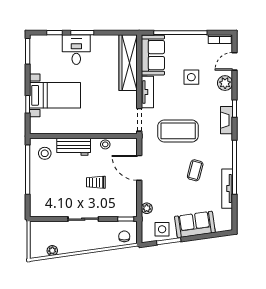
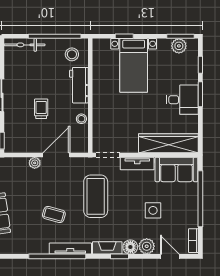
desk: (76, 50) -> (182, 100), moved
plant: (37, 53) -> (179, 46), added
floor lamp: (226, 98) -> (130, 247), added
tv unit: (227, 189) -> (70, 248), moved
bicycle: (36, 198) -> (24, 45), added
plant: (147, 208) -> (35, 163), moved

